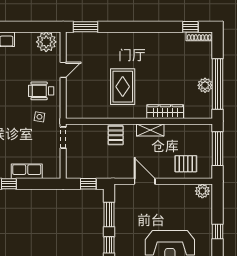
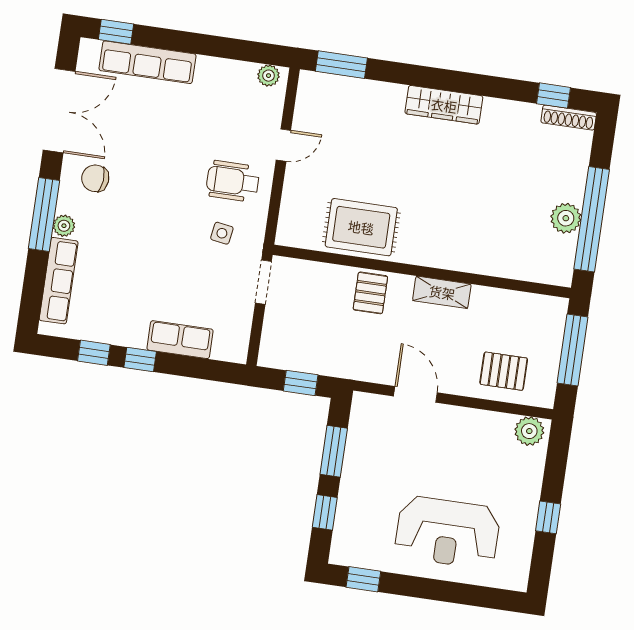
plant: (46, 42) -> (269, 76), width x0.53, depth x0.53
rug: (123, 87) -> (361, 227), moved, turned 90
wardrobe: (165, 112) -> (444, 105), moved, turned 180

